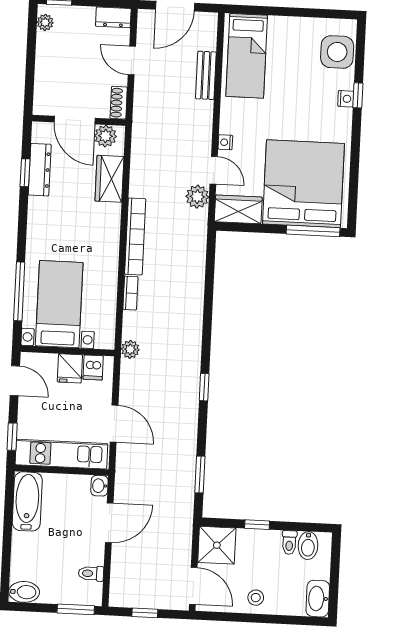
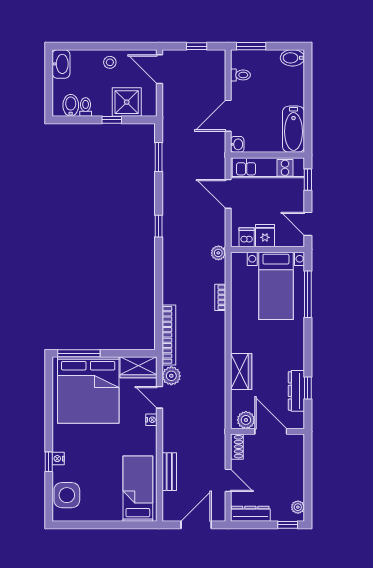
dresser: (113, 17) -> (250, 514), width x1.44
wardrobe: (109, 179) -> (241, 372), moved
bookcase: (135, 236) -> (169, 335), moved, turned 180
shower: (217, 545) -> (127, 102), moved

